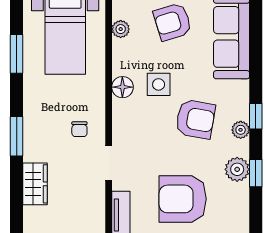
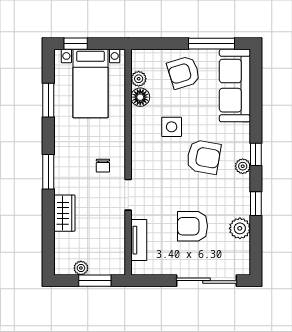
floor lamp: (122, 87) -> (140, 97), moved
plant: (237, 169) -> (240, 228), moved
armchair: (183, 199) -> (192, 226), width x0.73, depth x0.73

